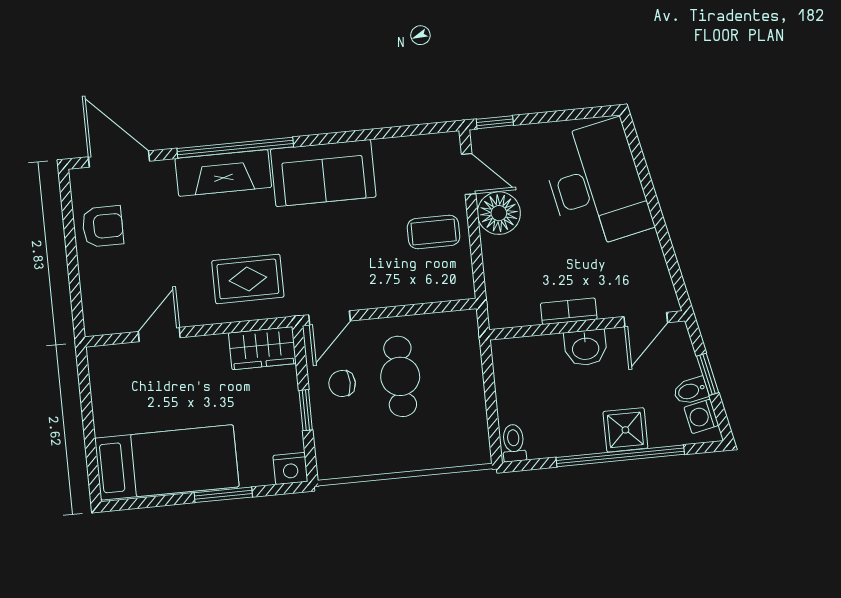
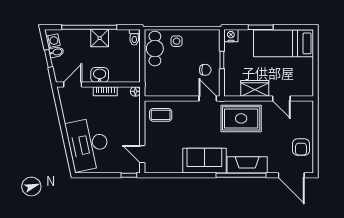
floor lamp: (499, 213) -> (135, 91), moved, width x0.53, depth x0.53
armchair: (103, 226) -> (301, 147), turned -90
coffee table: (434, 232) -> (161, 115), moved
rug: (248, 279) -> (241, 118), width x1.36, depth x1.43
door: (329, 318) -> (208, 98), hinge flipped
door: (159, 335) -> (281, 98), hinge flipped
wardrobe: (262, 348) -> (255, 88), moved
cafe table: (400, 376) -> (155, 49), moved
shower: (625, 430) -> (100, 38), moved
side table: (415, 443) -> (177, 41), added

